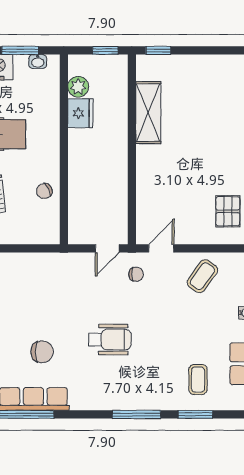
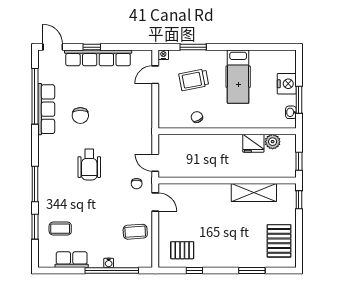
pallet: (215, 78) -> (279, 241), added
coffee table: (202, 276) -> (135, 232), turned -40

